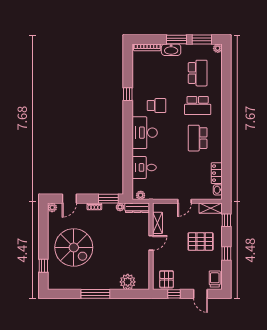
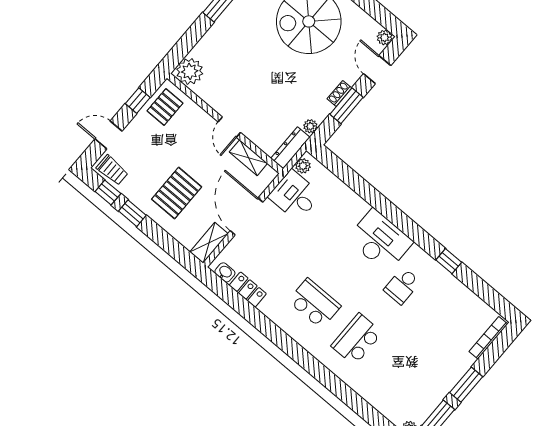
washbasin: (171, 50) -> (459, 366), removed
school desk: (198, 73) -> (399, 375), removed
desk: (144, 167) -> (295, 196), moved, turned -90
window: (108, 199) -> (346, 106), moved
door: (185, 201) -> (247, 216), width x1.87
window: (226, 220) -> (108, 193), moved
pallet: (167, 279) -> (165, 107), turned 90
plant: (128, 282) -> (190, 71), moved

